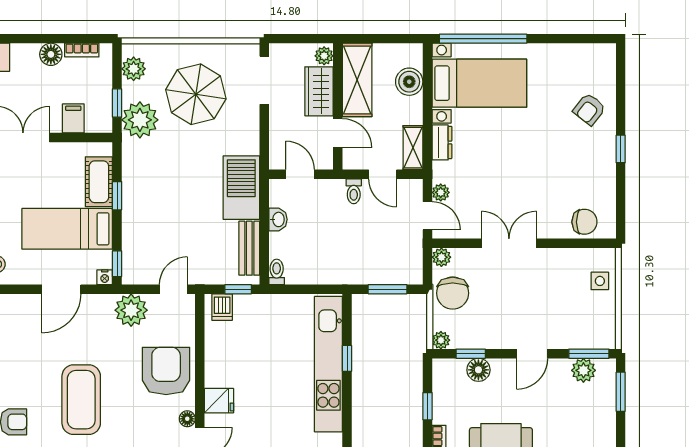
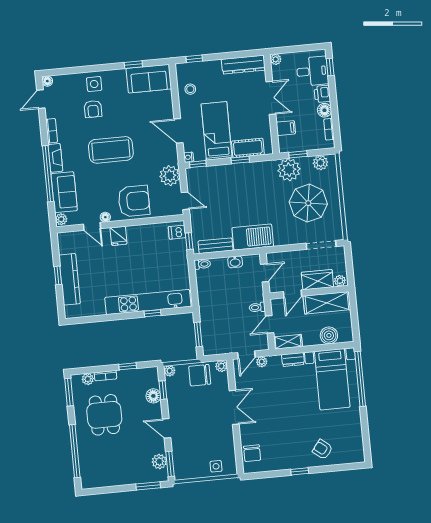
printer: (25, 55) -> (322, 94), added

